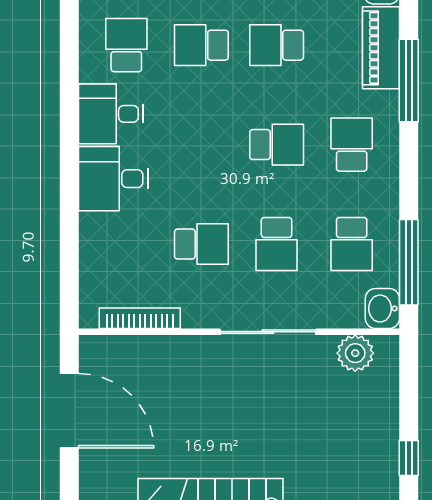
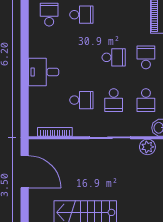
school desk: (201, 45) -> (81, 15), turned 180
school desk: (277, 45) -> (114, 15), removed
desk: (111, 114) -> (43, 44), removed

